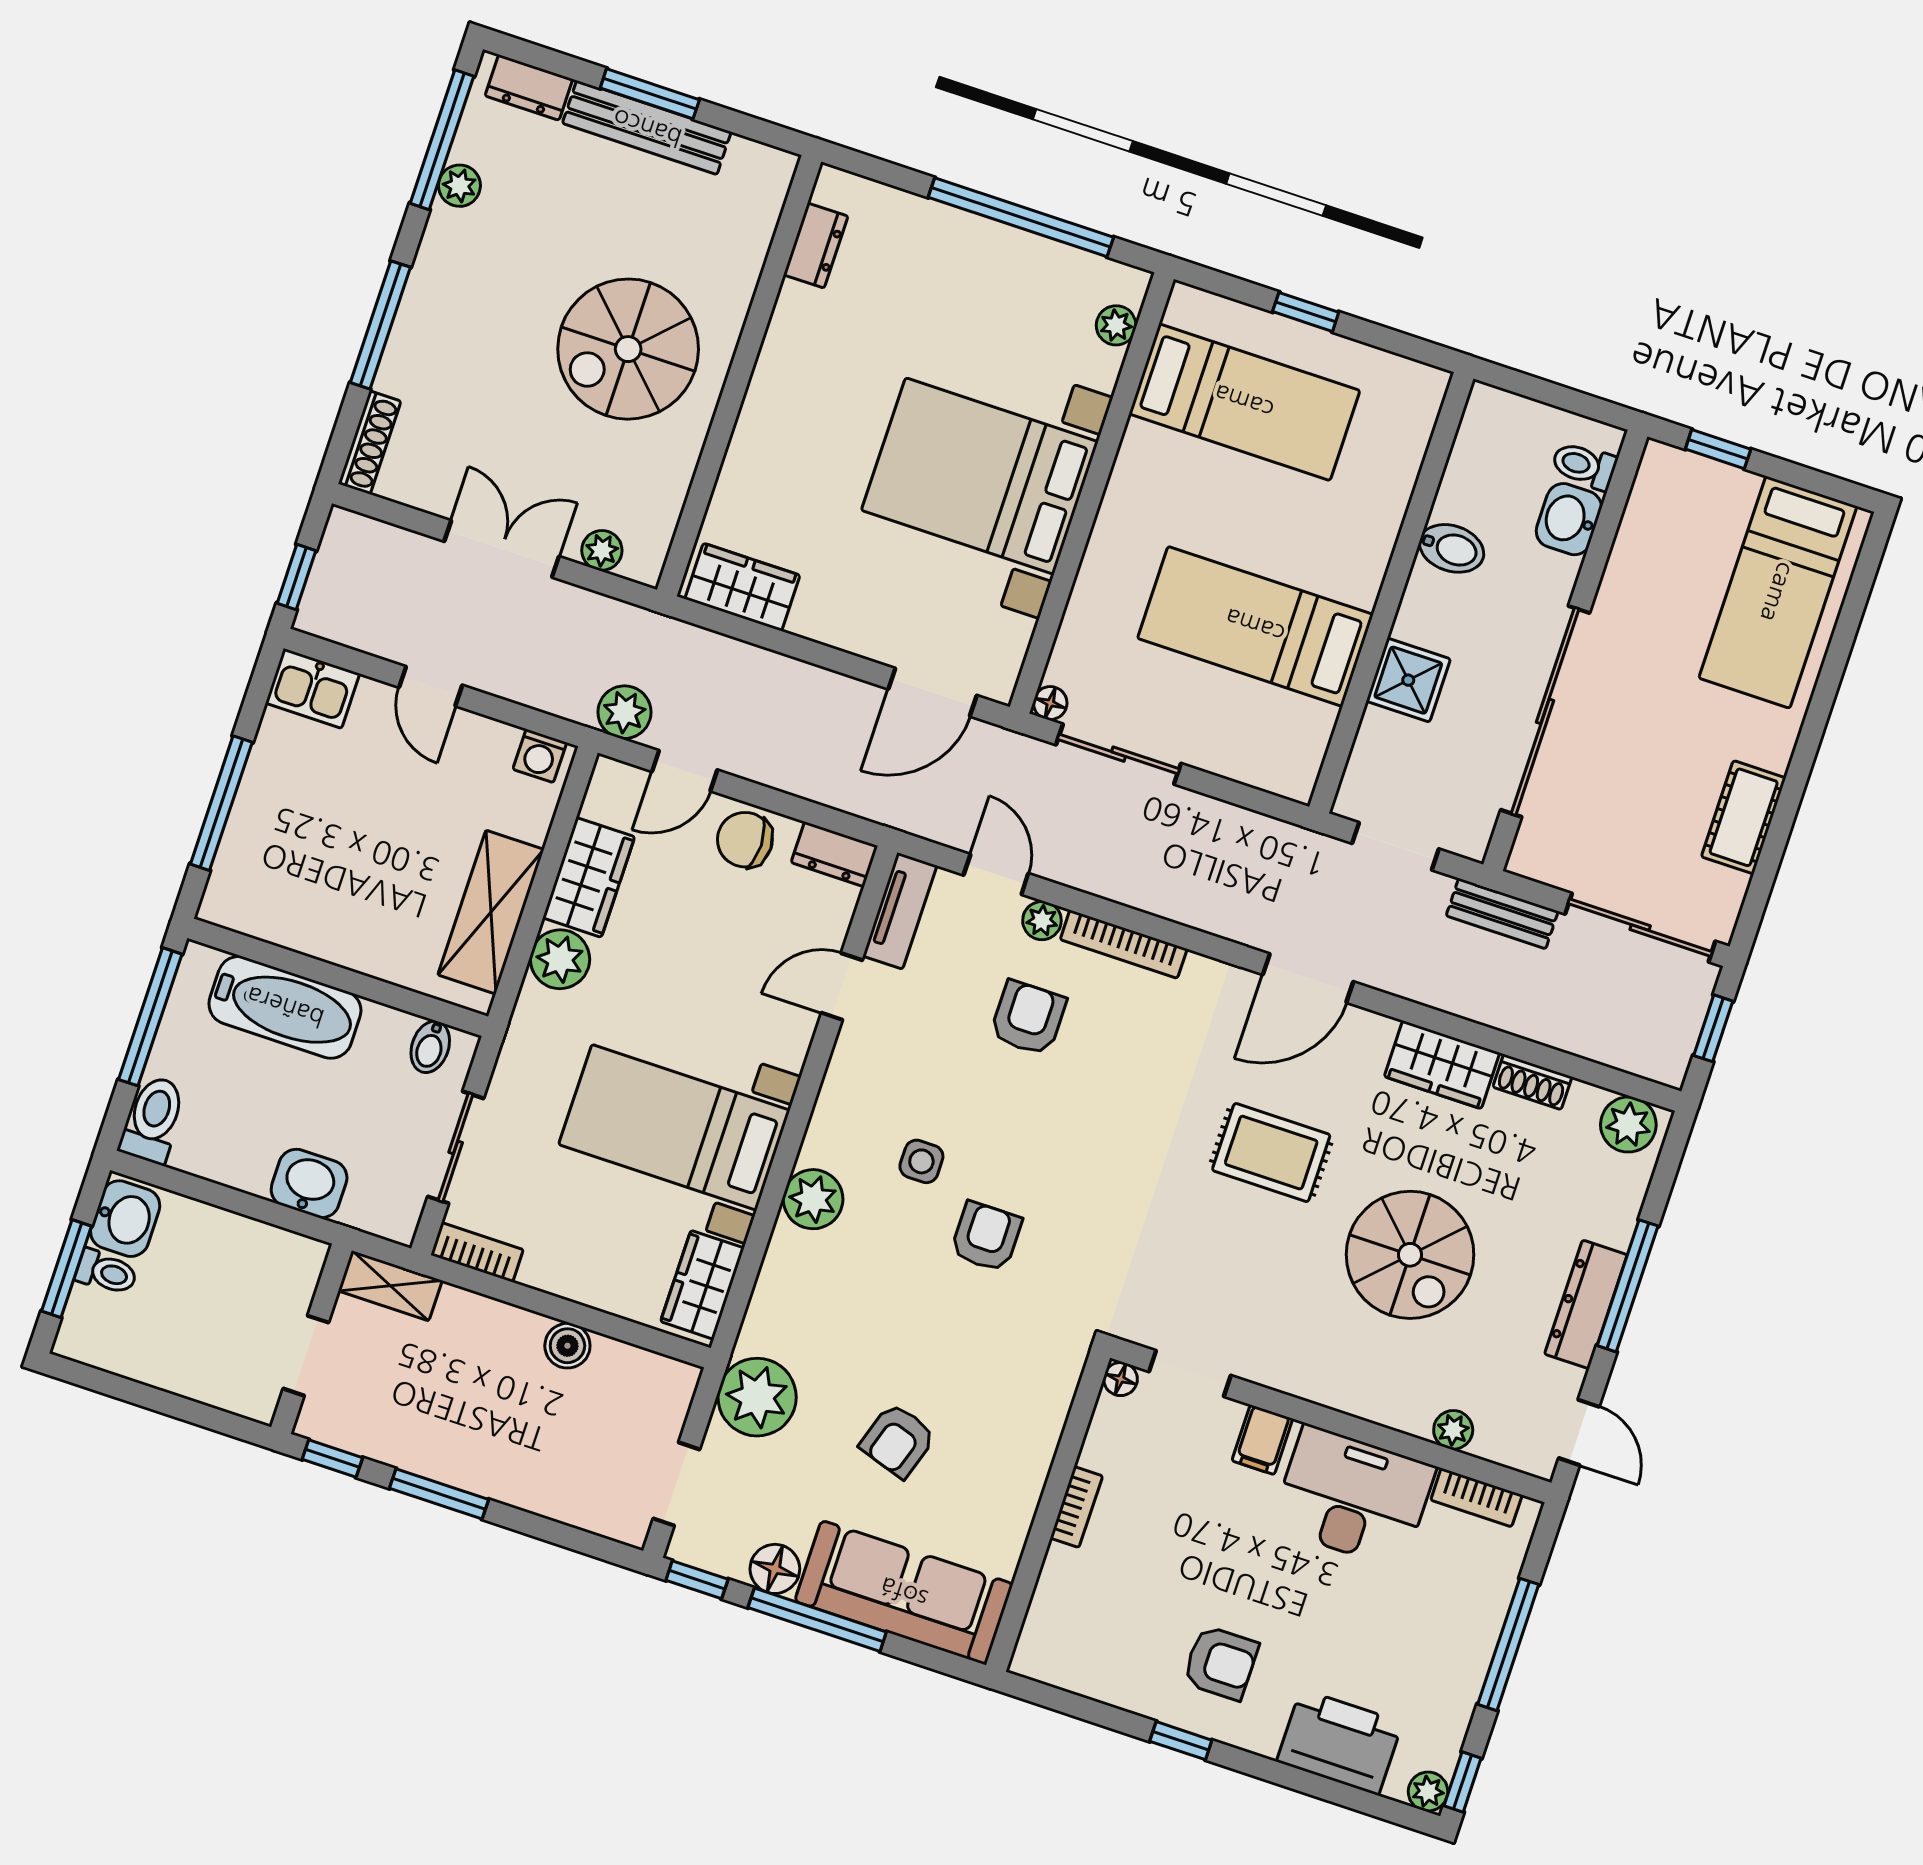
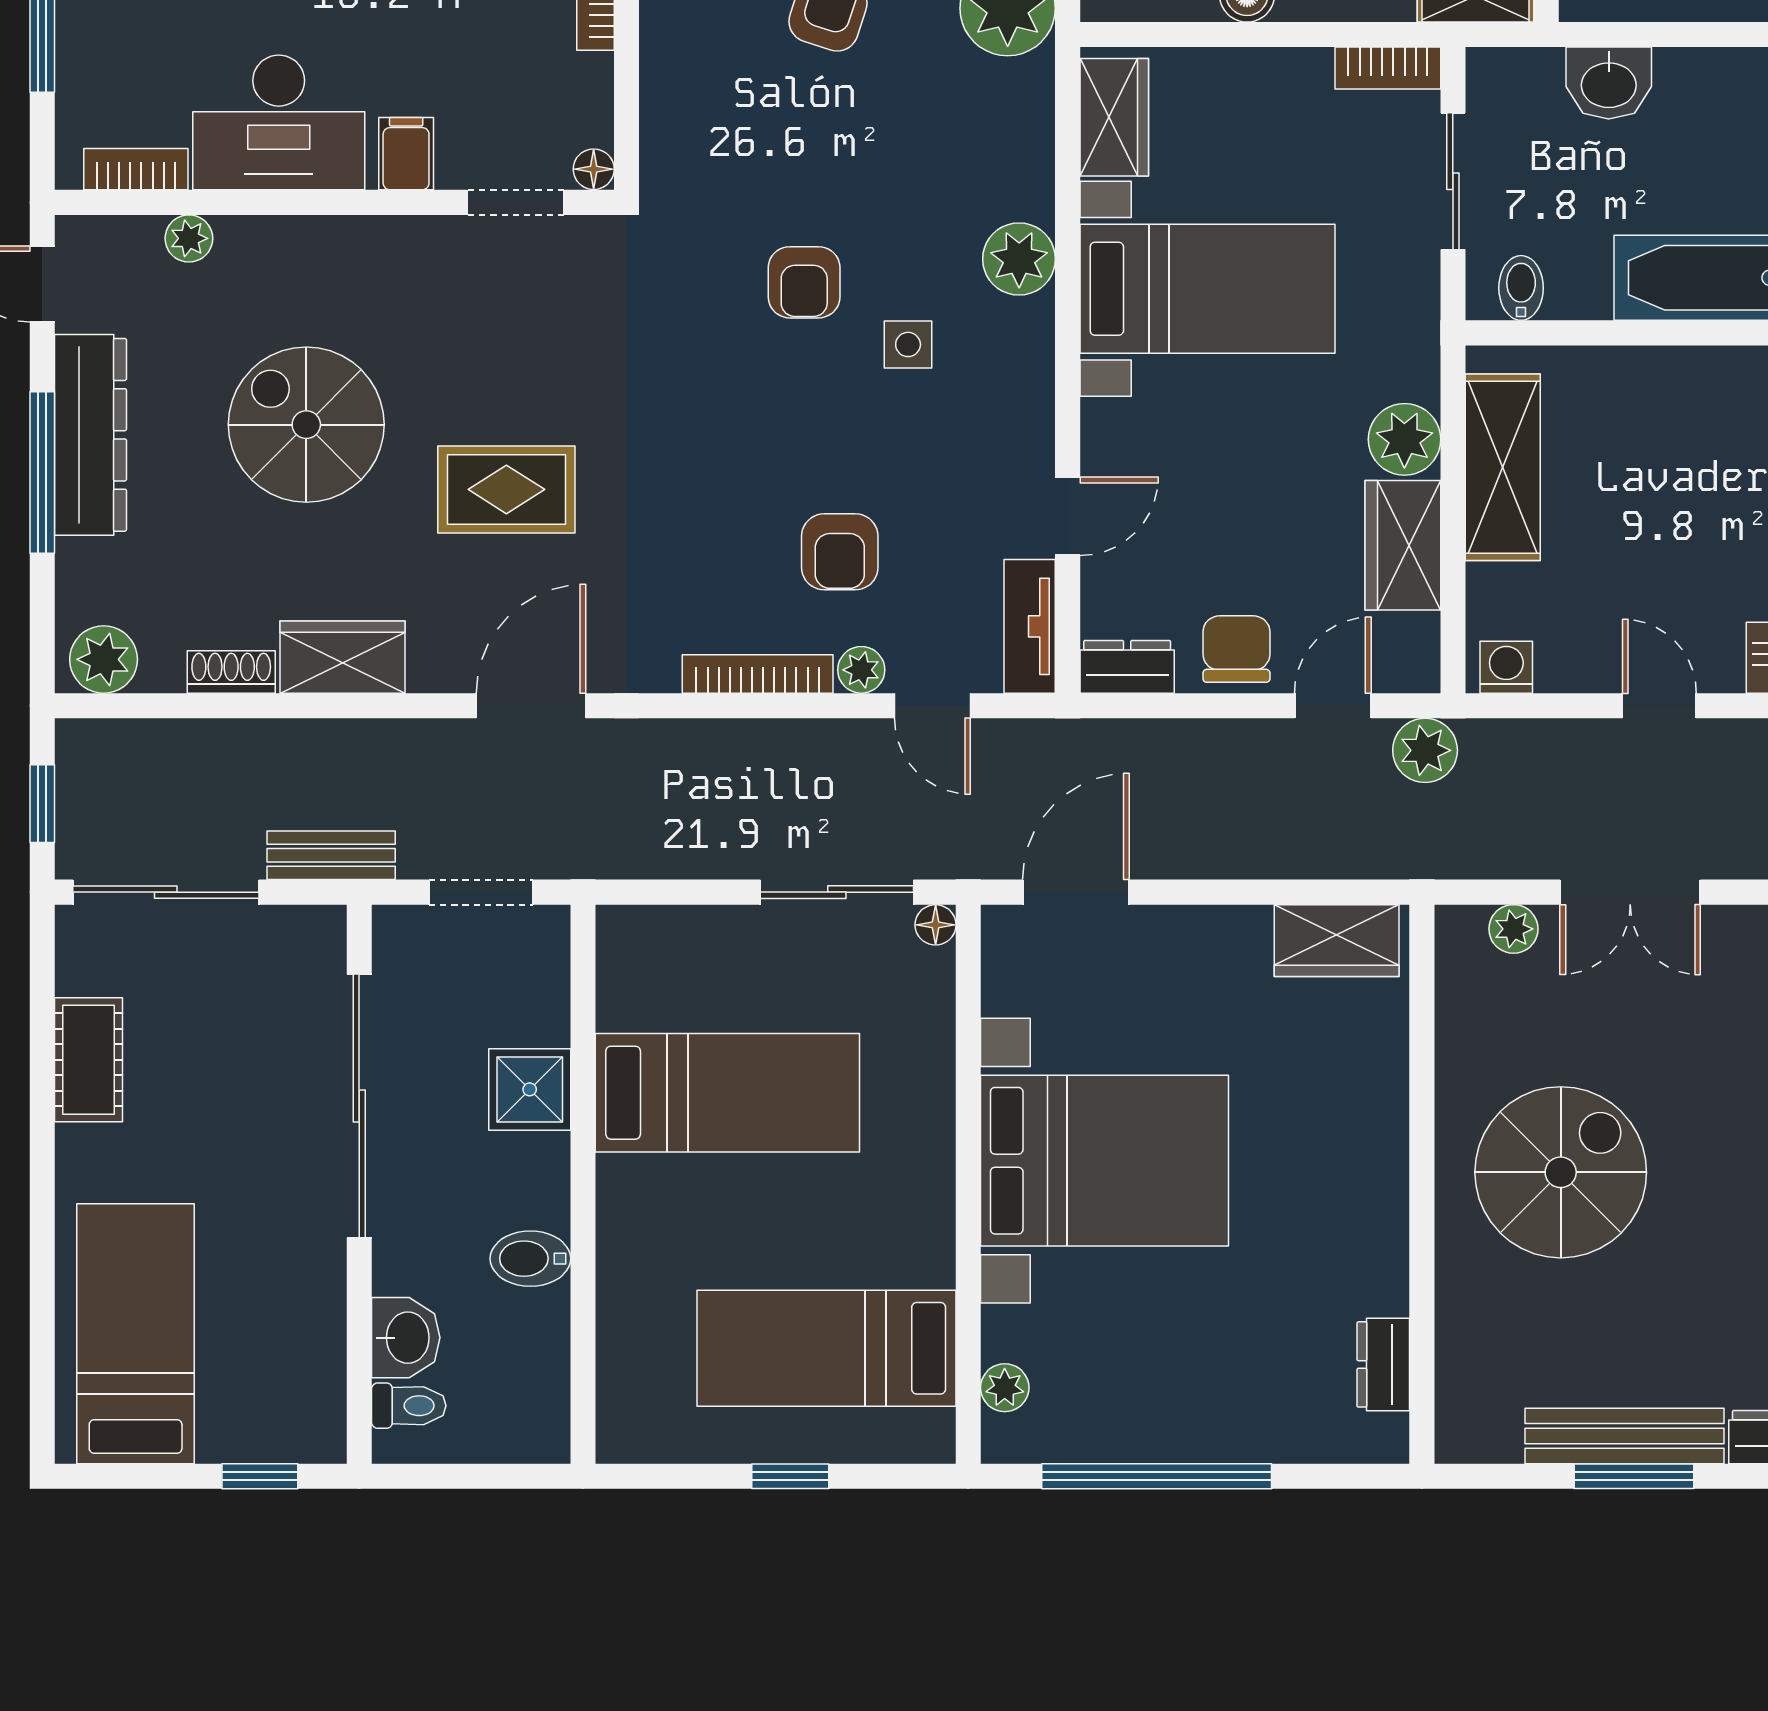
chair: (745, 840) -> (1236, 649), turned -90
dresser: (1586, 1304) -> (91, 435), width x1.37, depth x1.24

